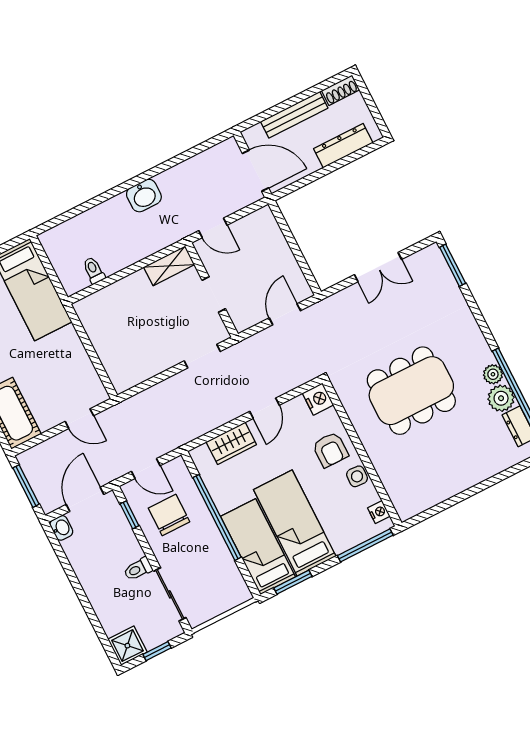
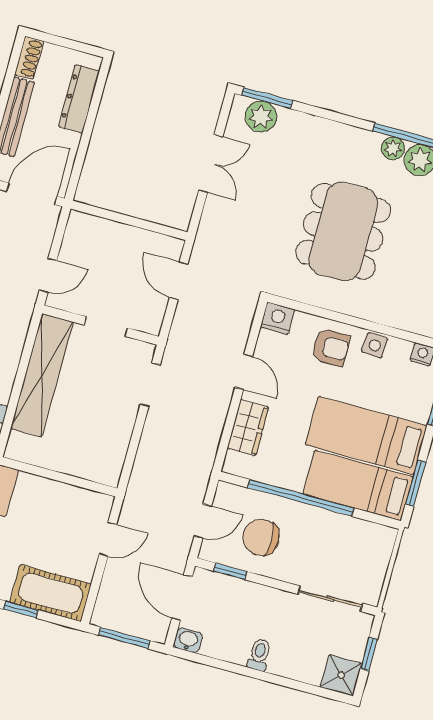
shelving: (169, 266) -> (42, 375), width x2.20, depth x1.33
plant: (437, 272) -> (261, 117), added
toilet: (138, 569) -> (259, 655), moved, turned 180

